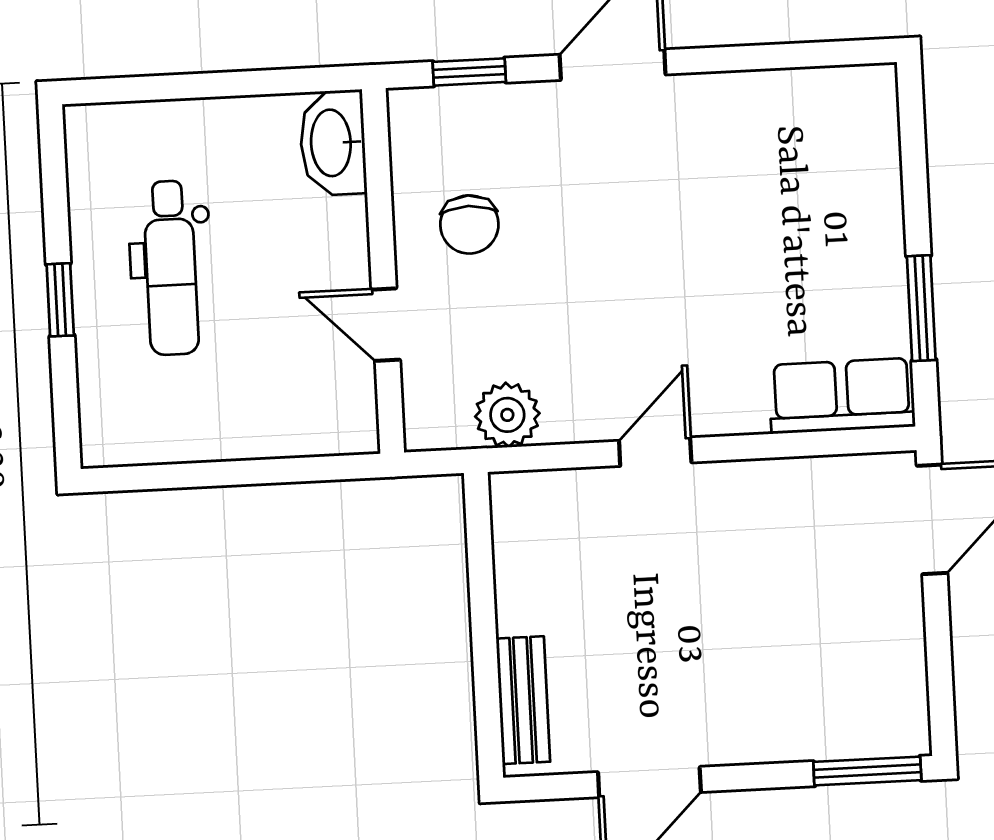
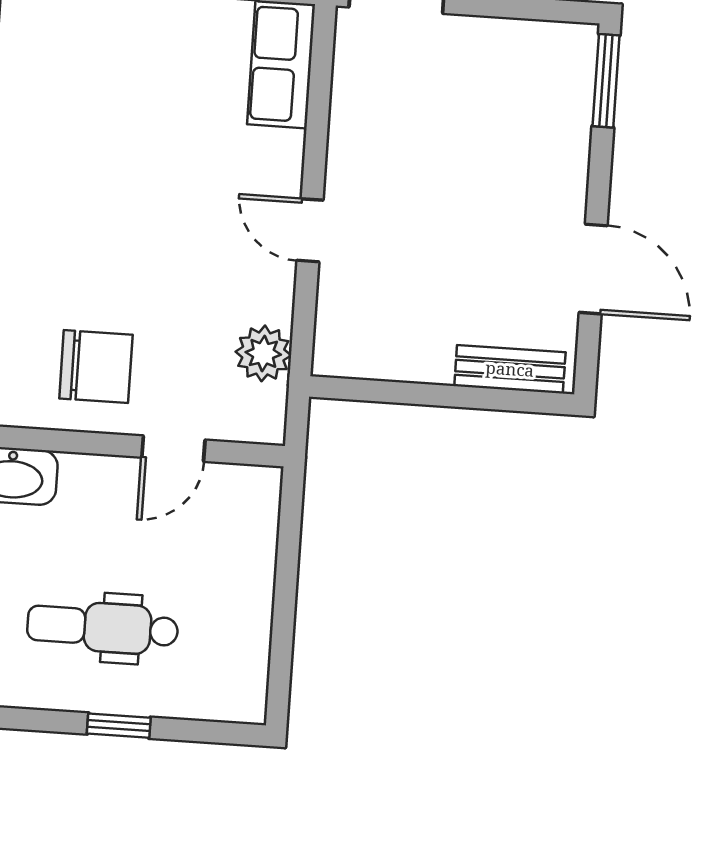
chair: (469, 224) -> (96, 367), width x1.37, depth x1.37
dental chair: (171, 268) -> (103, 627), turned 180

